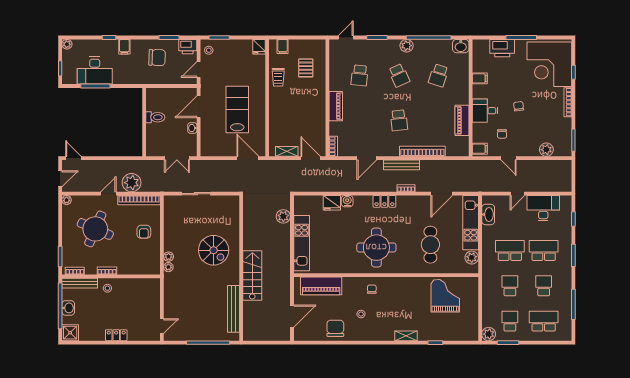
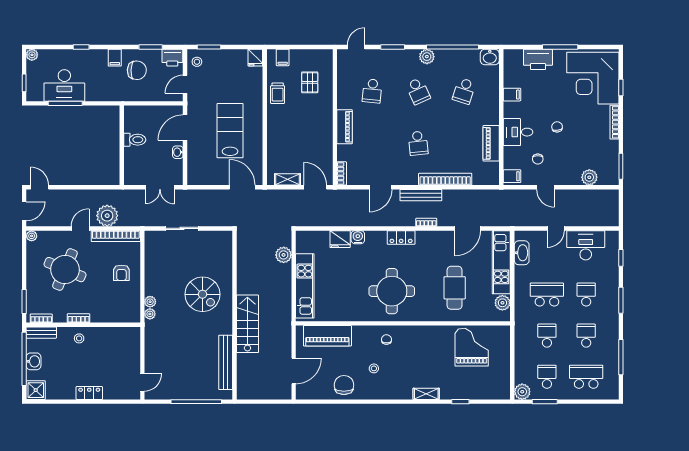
filing cabinet: (124, 47) -> (115, 58), moved
school desk: (544, 250) -> (586, 295), width x0.54
bench: (80, 283) -> (41, 333), width x0.73

